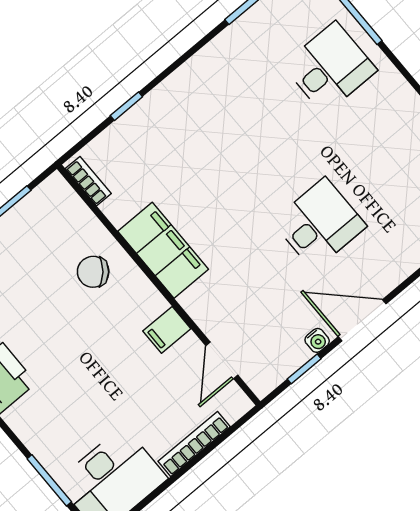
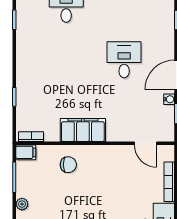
chair: (93, 272) -> (68, 165), turned -131
filing cabinet: (167, 330) -> (26, 152), moved, turned -90

